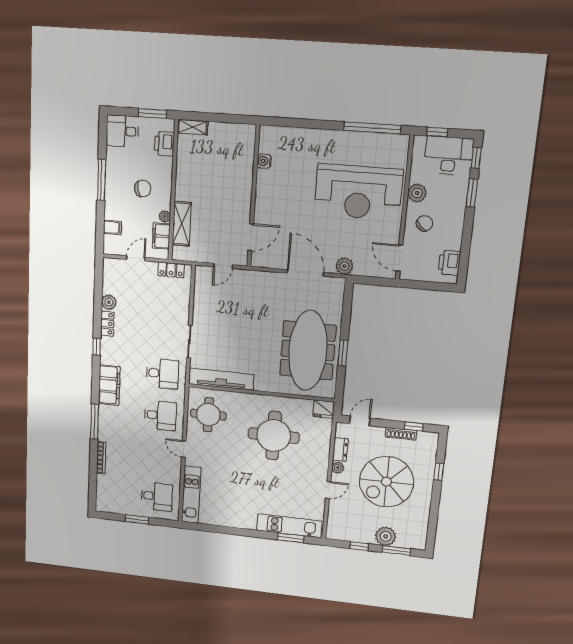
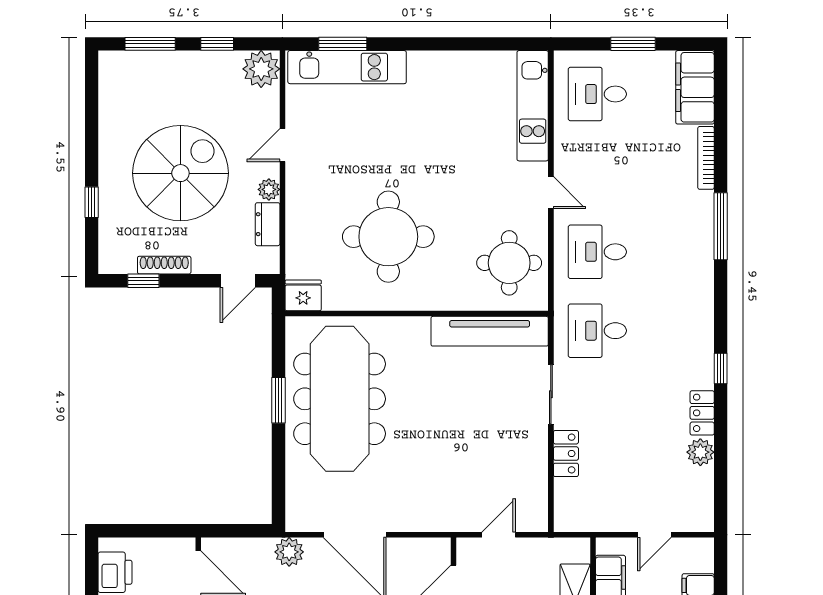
locker: (171, 270) -> (566, 454), moved, turned 90
filing cabinet: (109, 385) -> (695, 87), moved
plant: (386, 536) -> (261, 69), moved

